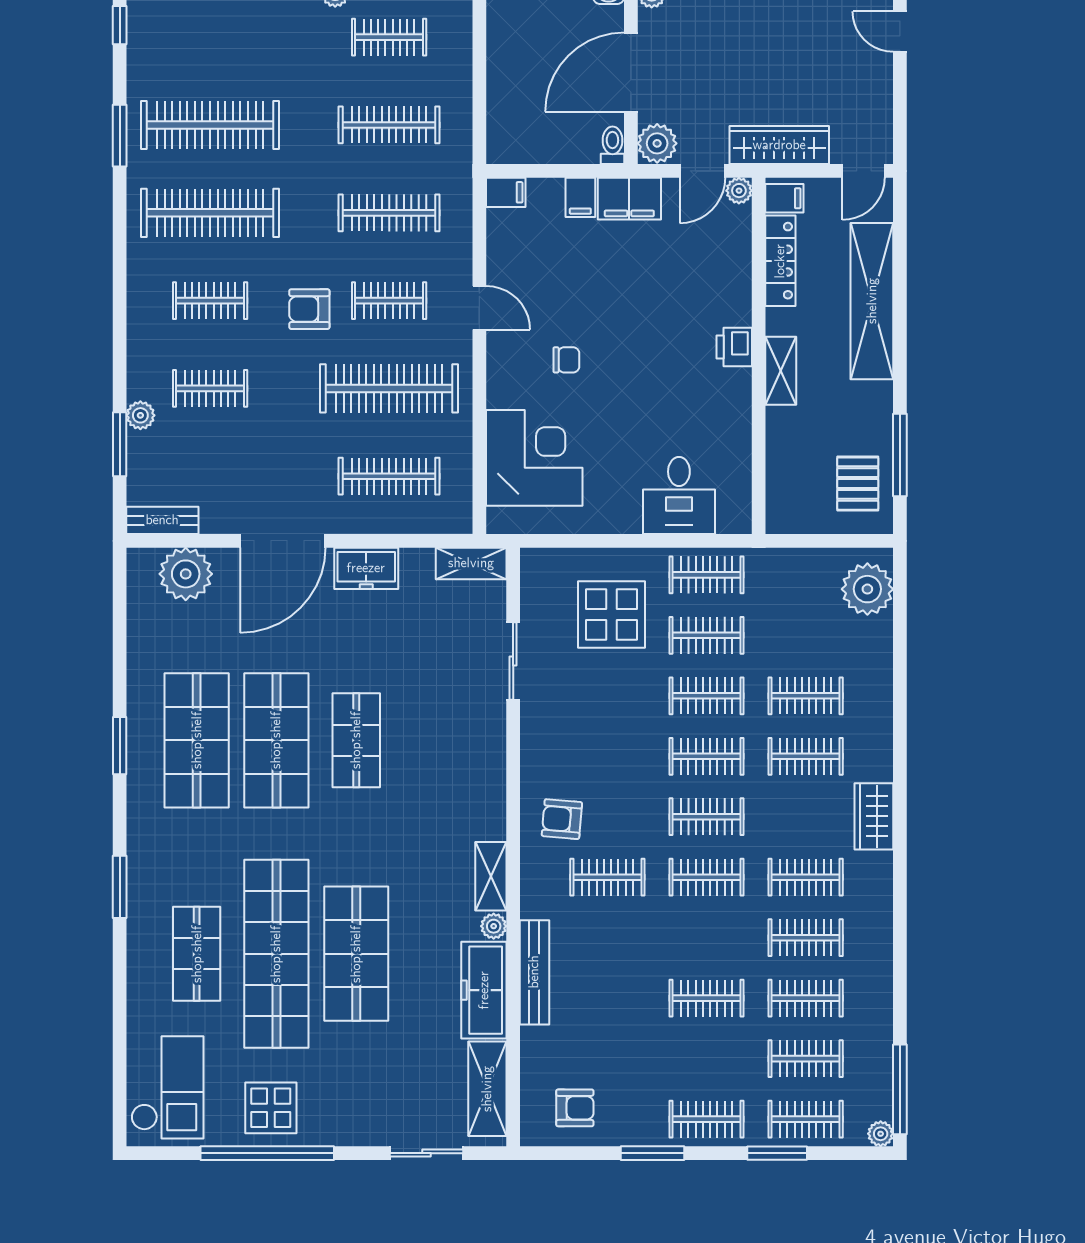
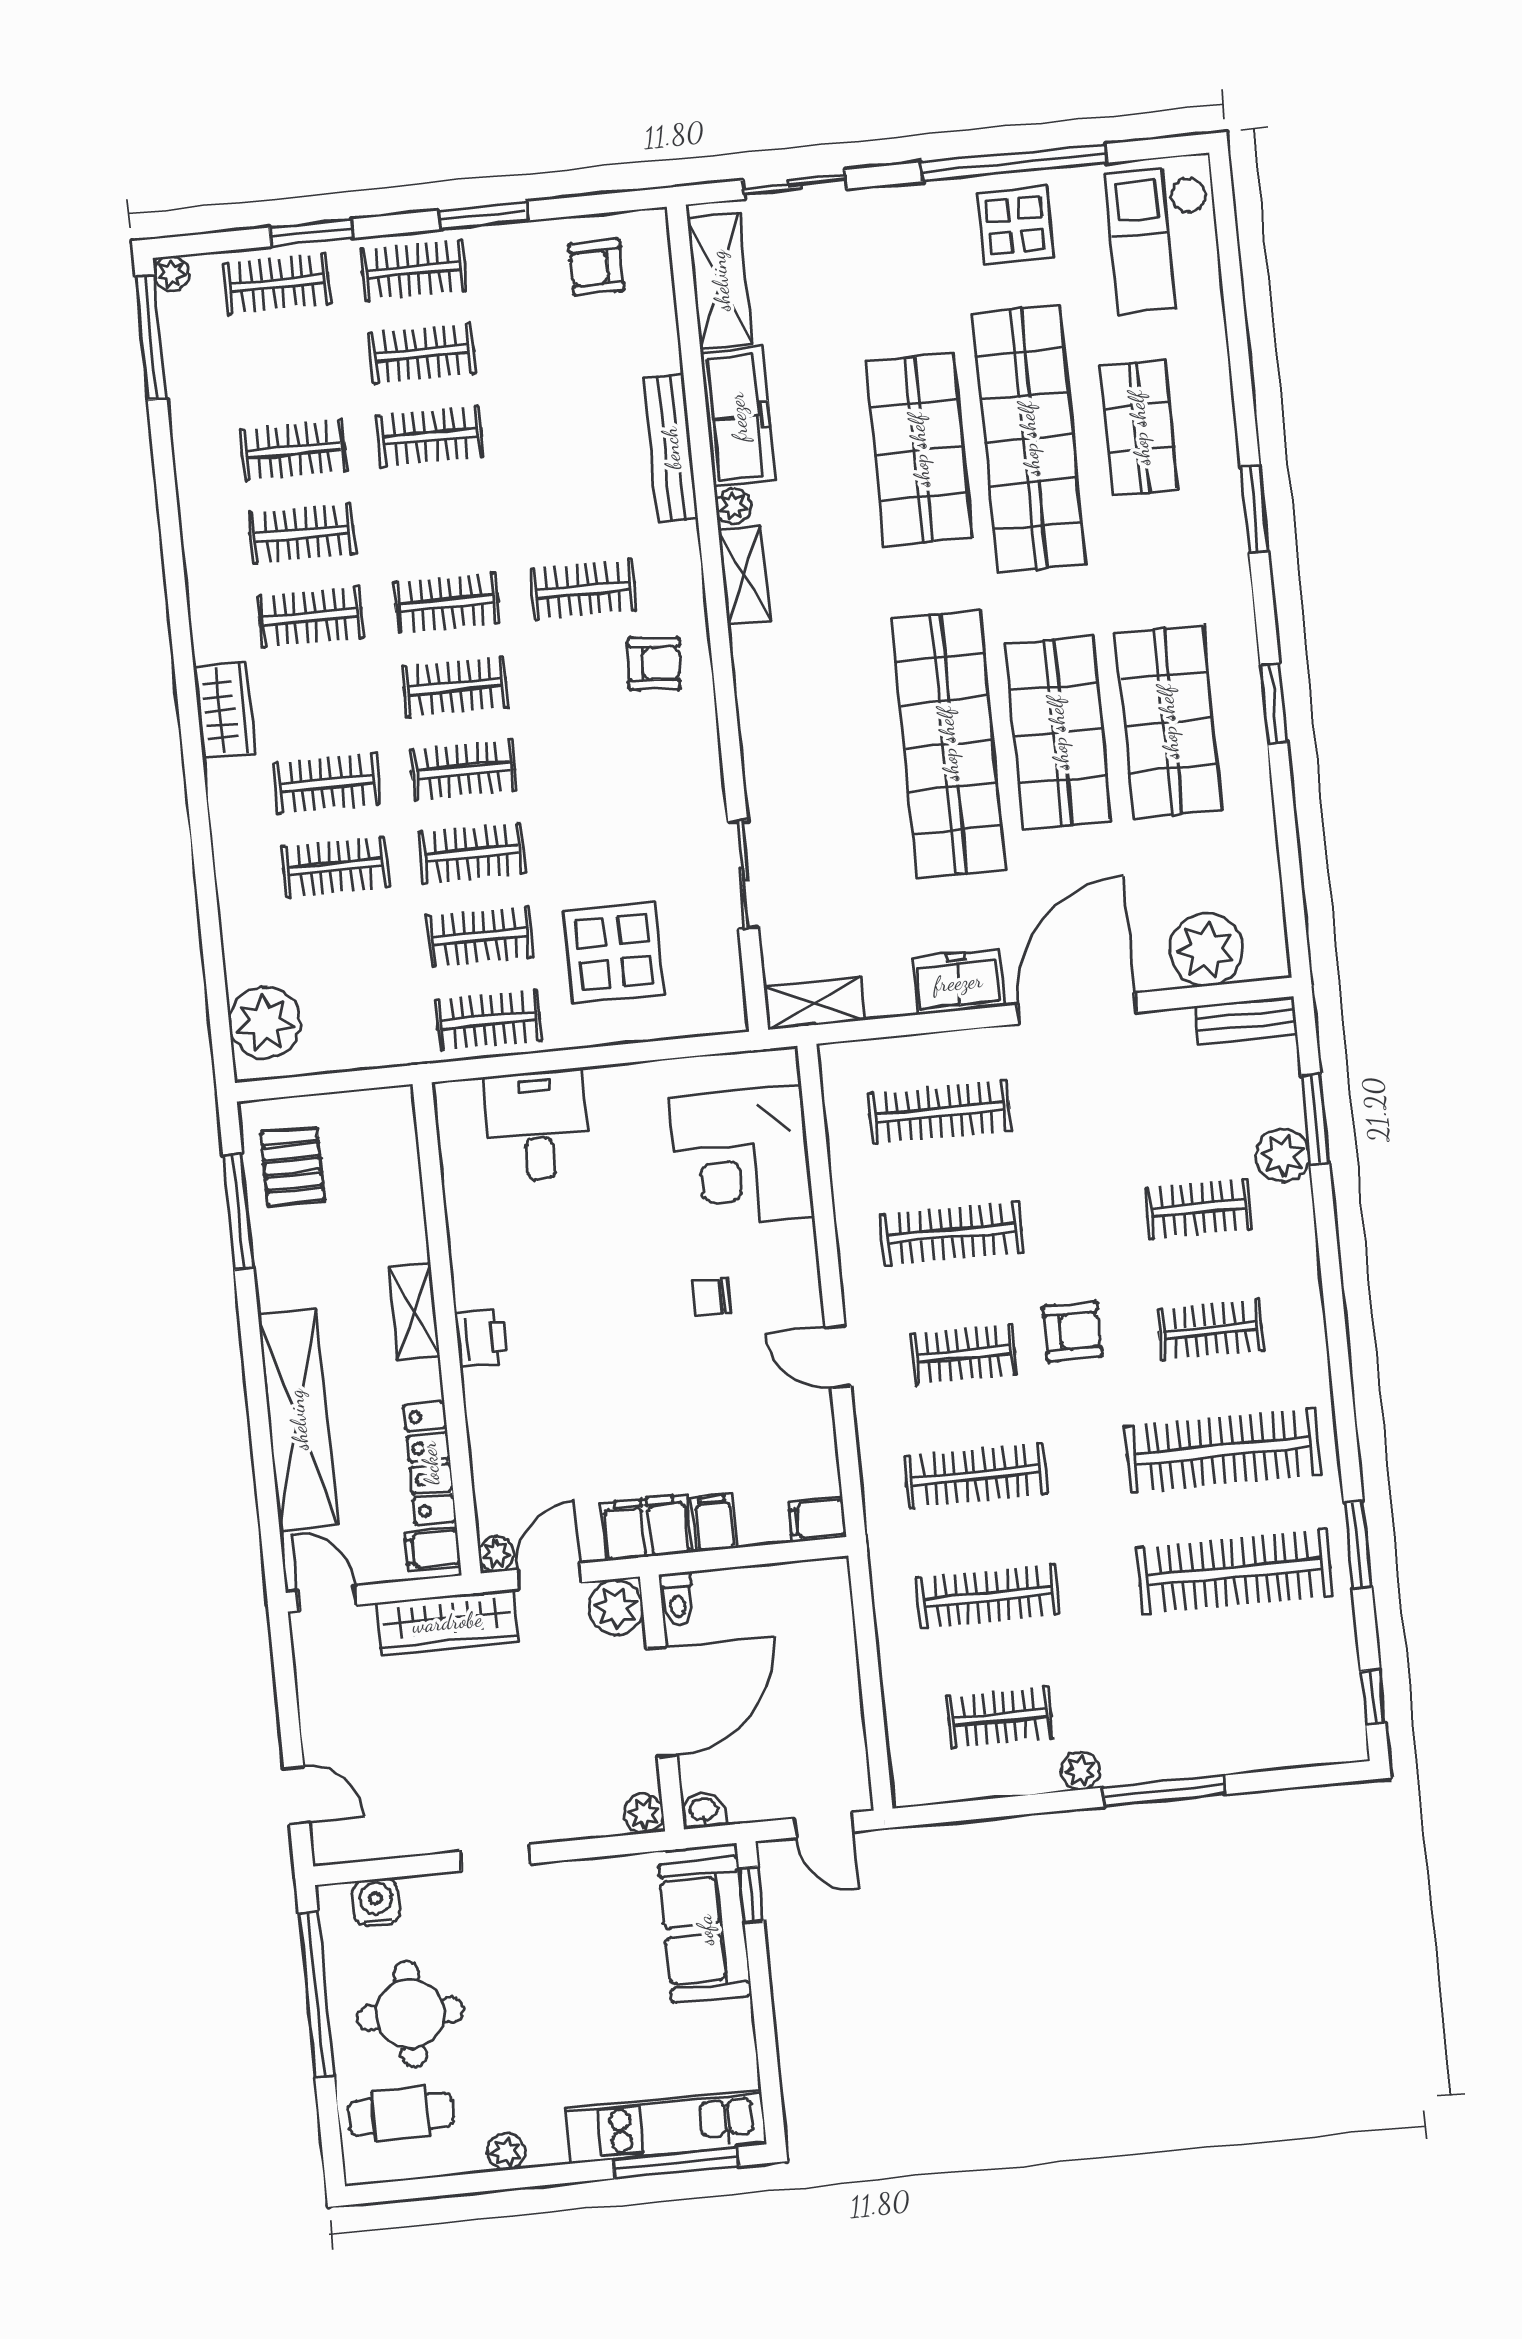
door: (864, 171) -> (327, 1598), hinge flipped
clothes rail: (389, 388) -> (952, 1233), width x0.73, depth x0.76
plant: (140, 415) -> (1282, 1155), width x1.38, depth x1.38
shop shelf: (356, 740) -> (948, 744), width x2.00, depth x1.36
clothes rail: (806, 1059) -> (422, 353), moved

